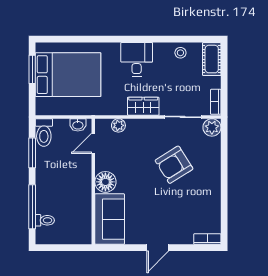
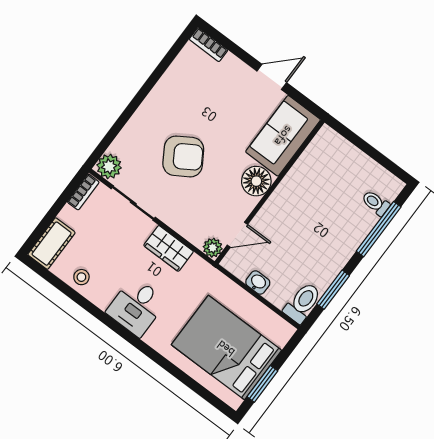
door: (93, 143) -> (237, 235), moved
wall: (93, 181) -> (270, 192), moved
floor lamp: (105, 182) -> (256, 181), moved
sofa: (110, 219) -> (283, 136), moved

